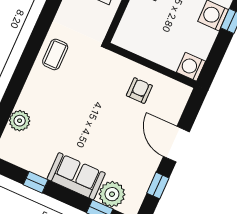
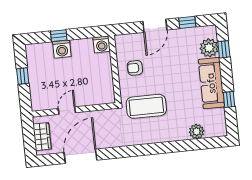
coffee table: (55, 54) -> (146, 106), moved, width x1.86, depth x1.72
sofa: (76, 176) -> (211, 83), width x1.36

